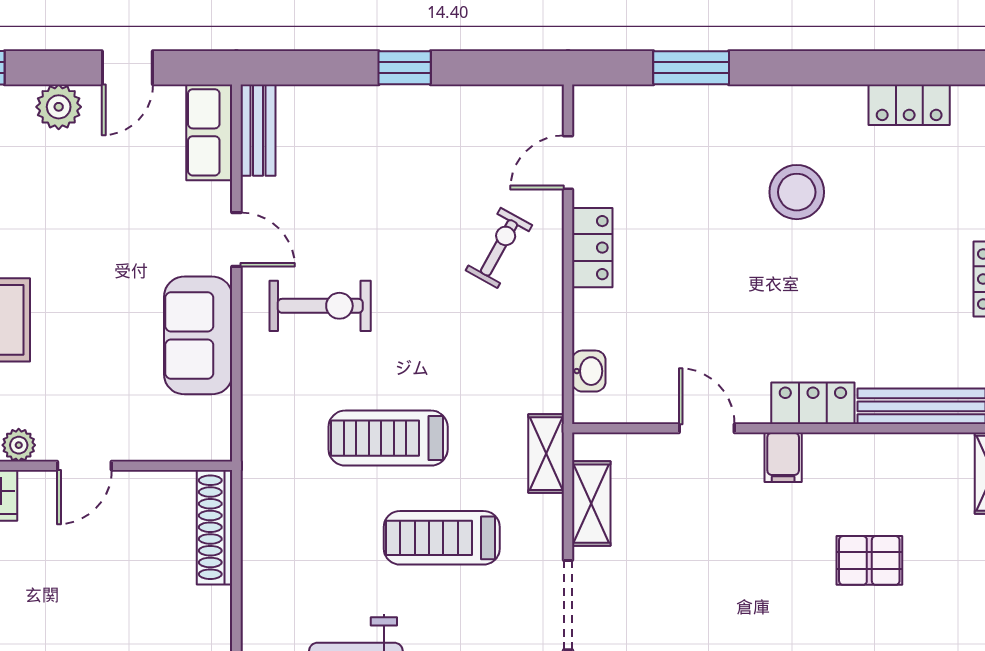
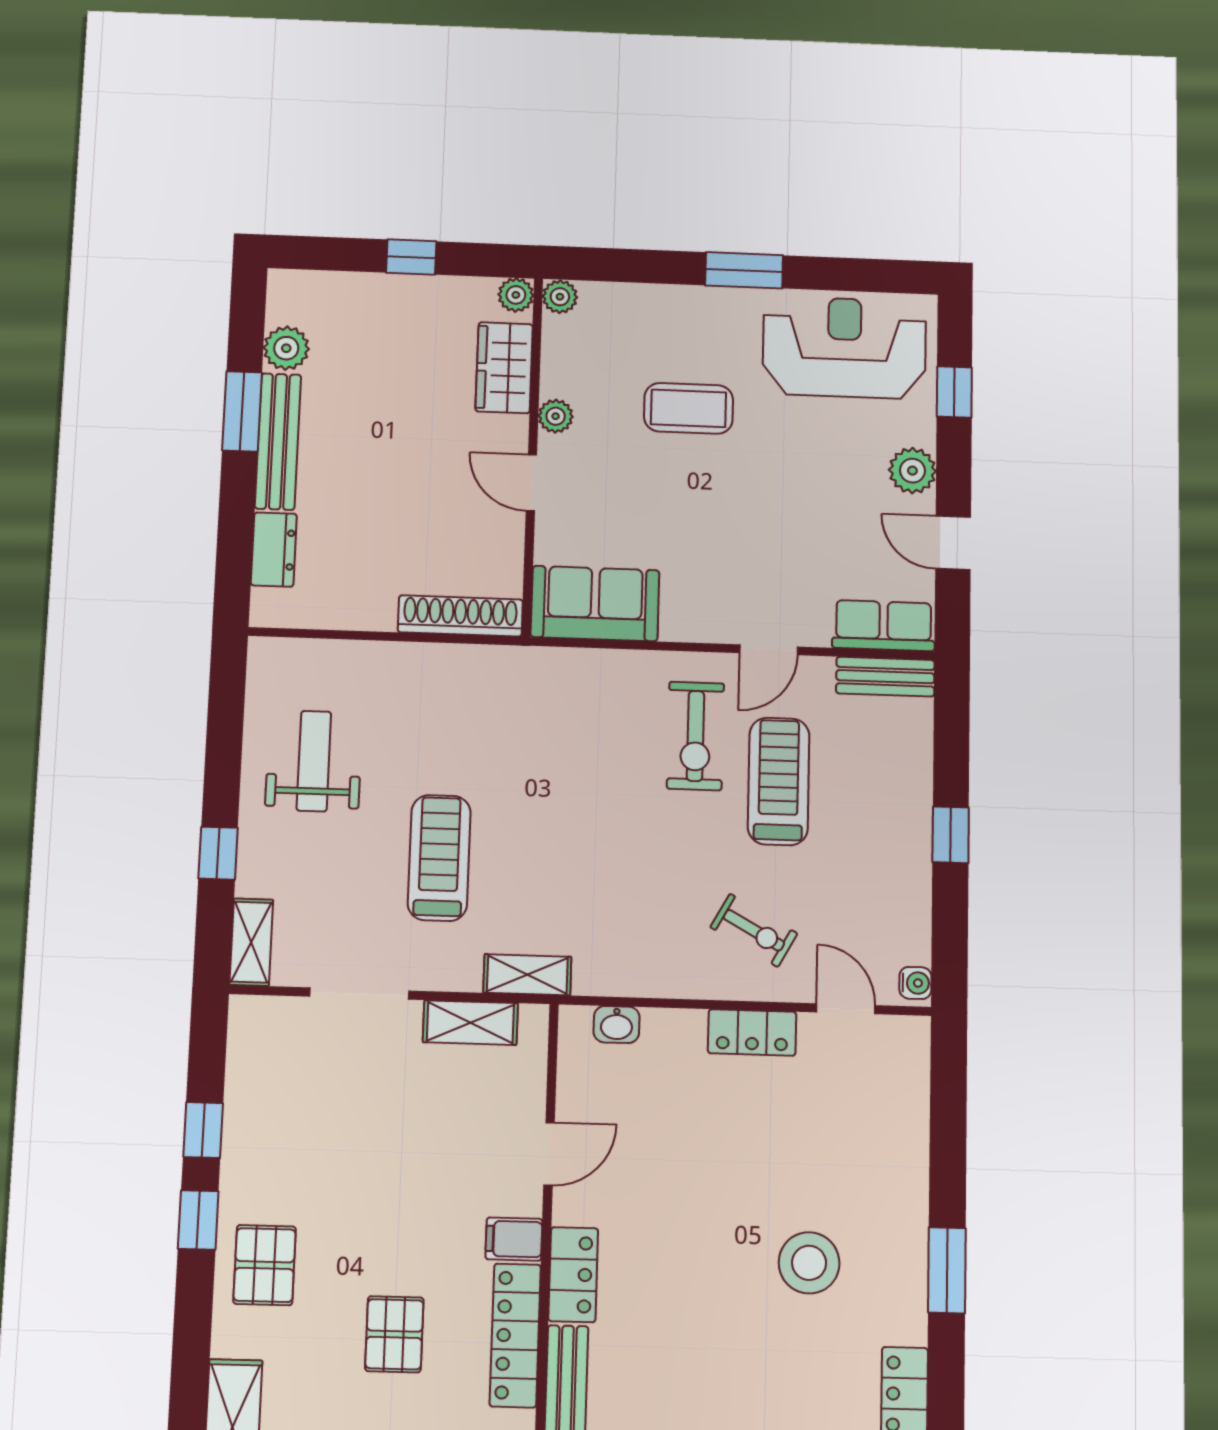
window: (691, 68) -> (947, 1270), moved
water cooler: (543, 99) -> (915, 983), added
sofa: (198, 335) -> (595, 604), moved
treadmill: (388, 438) -> (779, 781), moved
locker: (867, 453) -> (515, 1335), added

